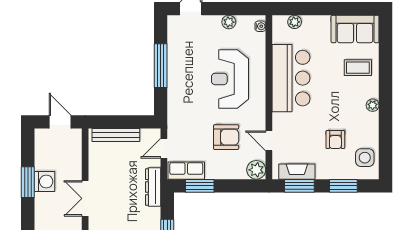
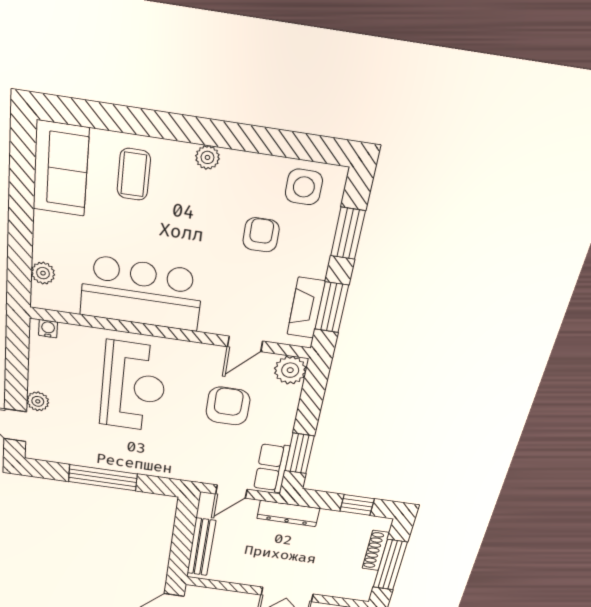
plant: (229, 22) -> (38, 401), moved
reception desk: (230, 79) -> (133, 387), turned -90
armchair: (335, 140) -> (261, 235), turned -90
door: (164, 148) -> (231, 492), hinge flipped

